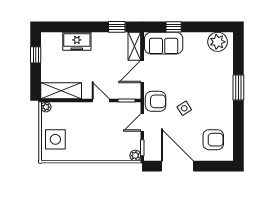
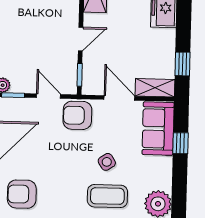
coffee table: (213, 78) -> (107, 196), added
armchair: (156, 101) -> (77, 115), turned 90
side table: (184, 108) -> (107, 162), moved
armchair: (213, 140) -> (22, 194), turned 90

